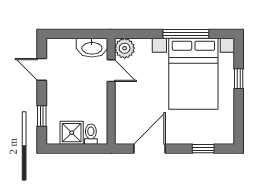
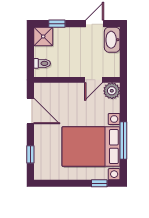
washbasin: (92, 48) -> (112, 40), moved
window: (239, 79) -> (99, 183), moved
shower: (72, 133) -> (43, 36), moved

